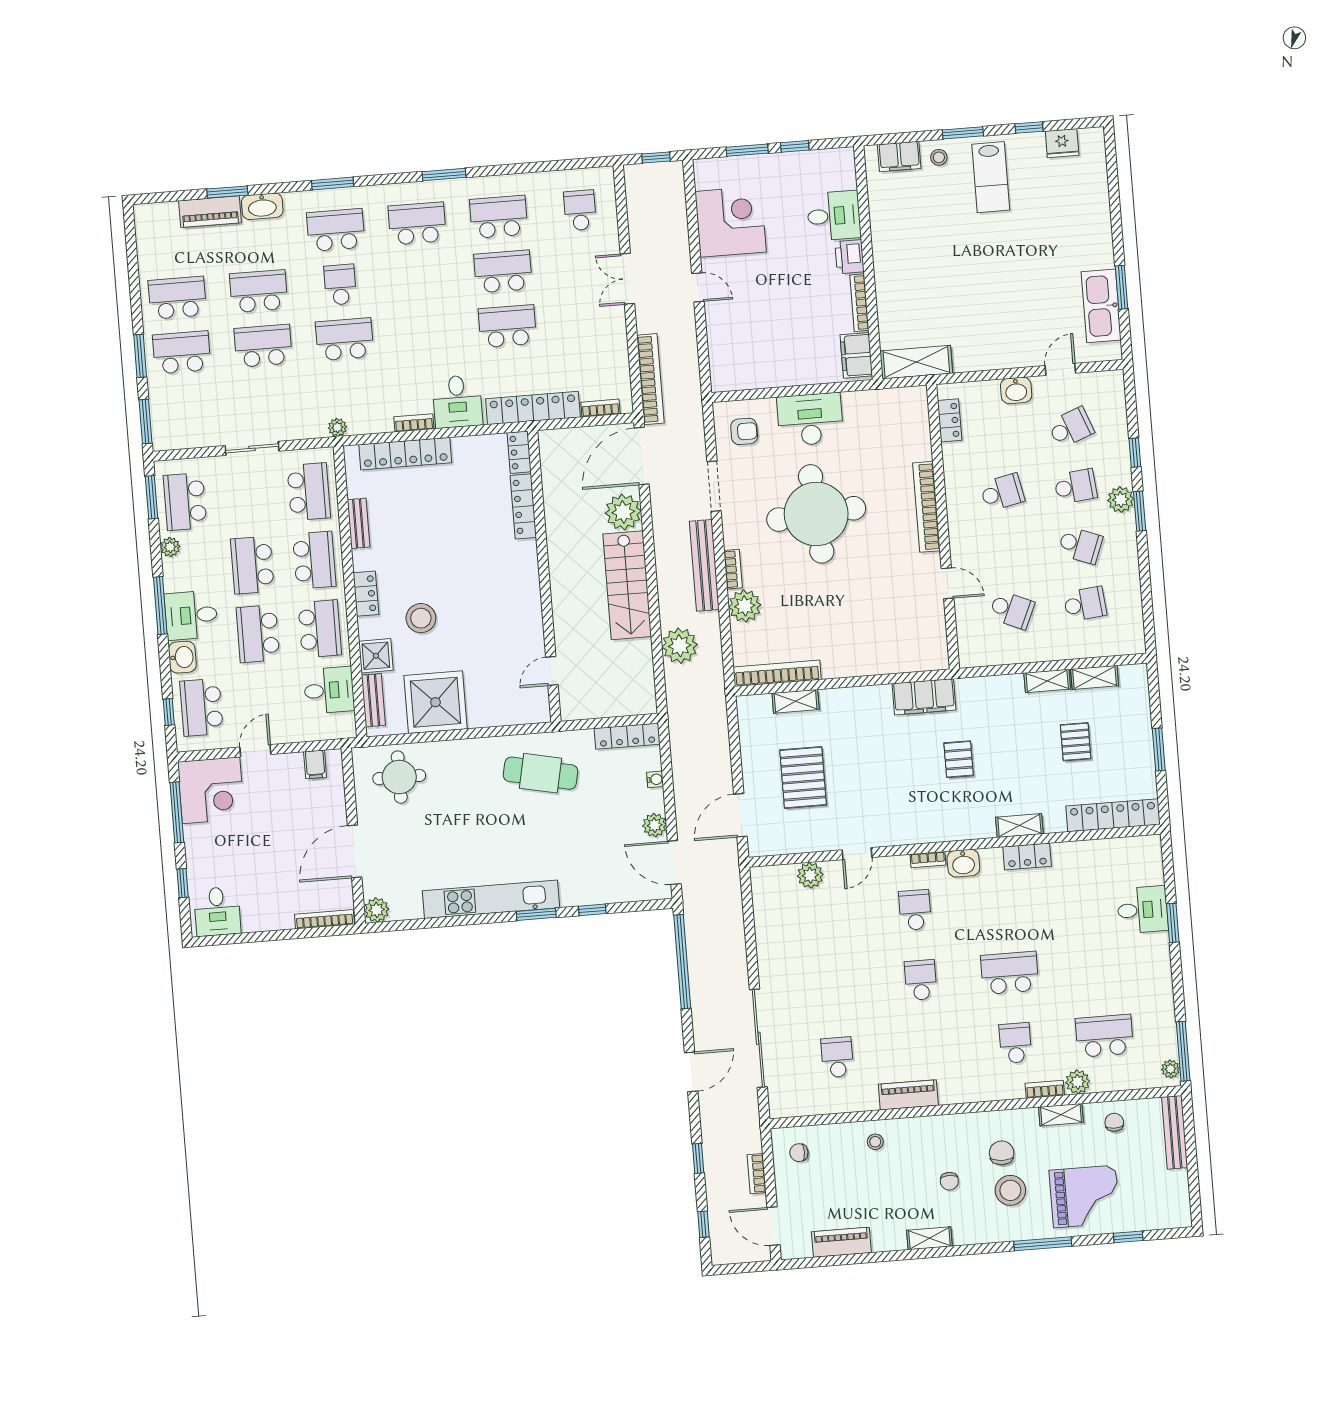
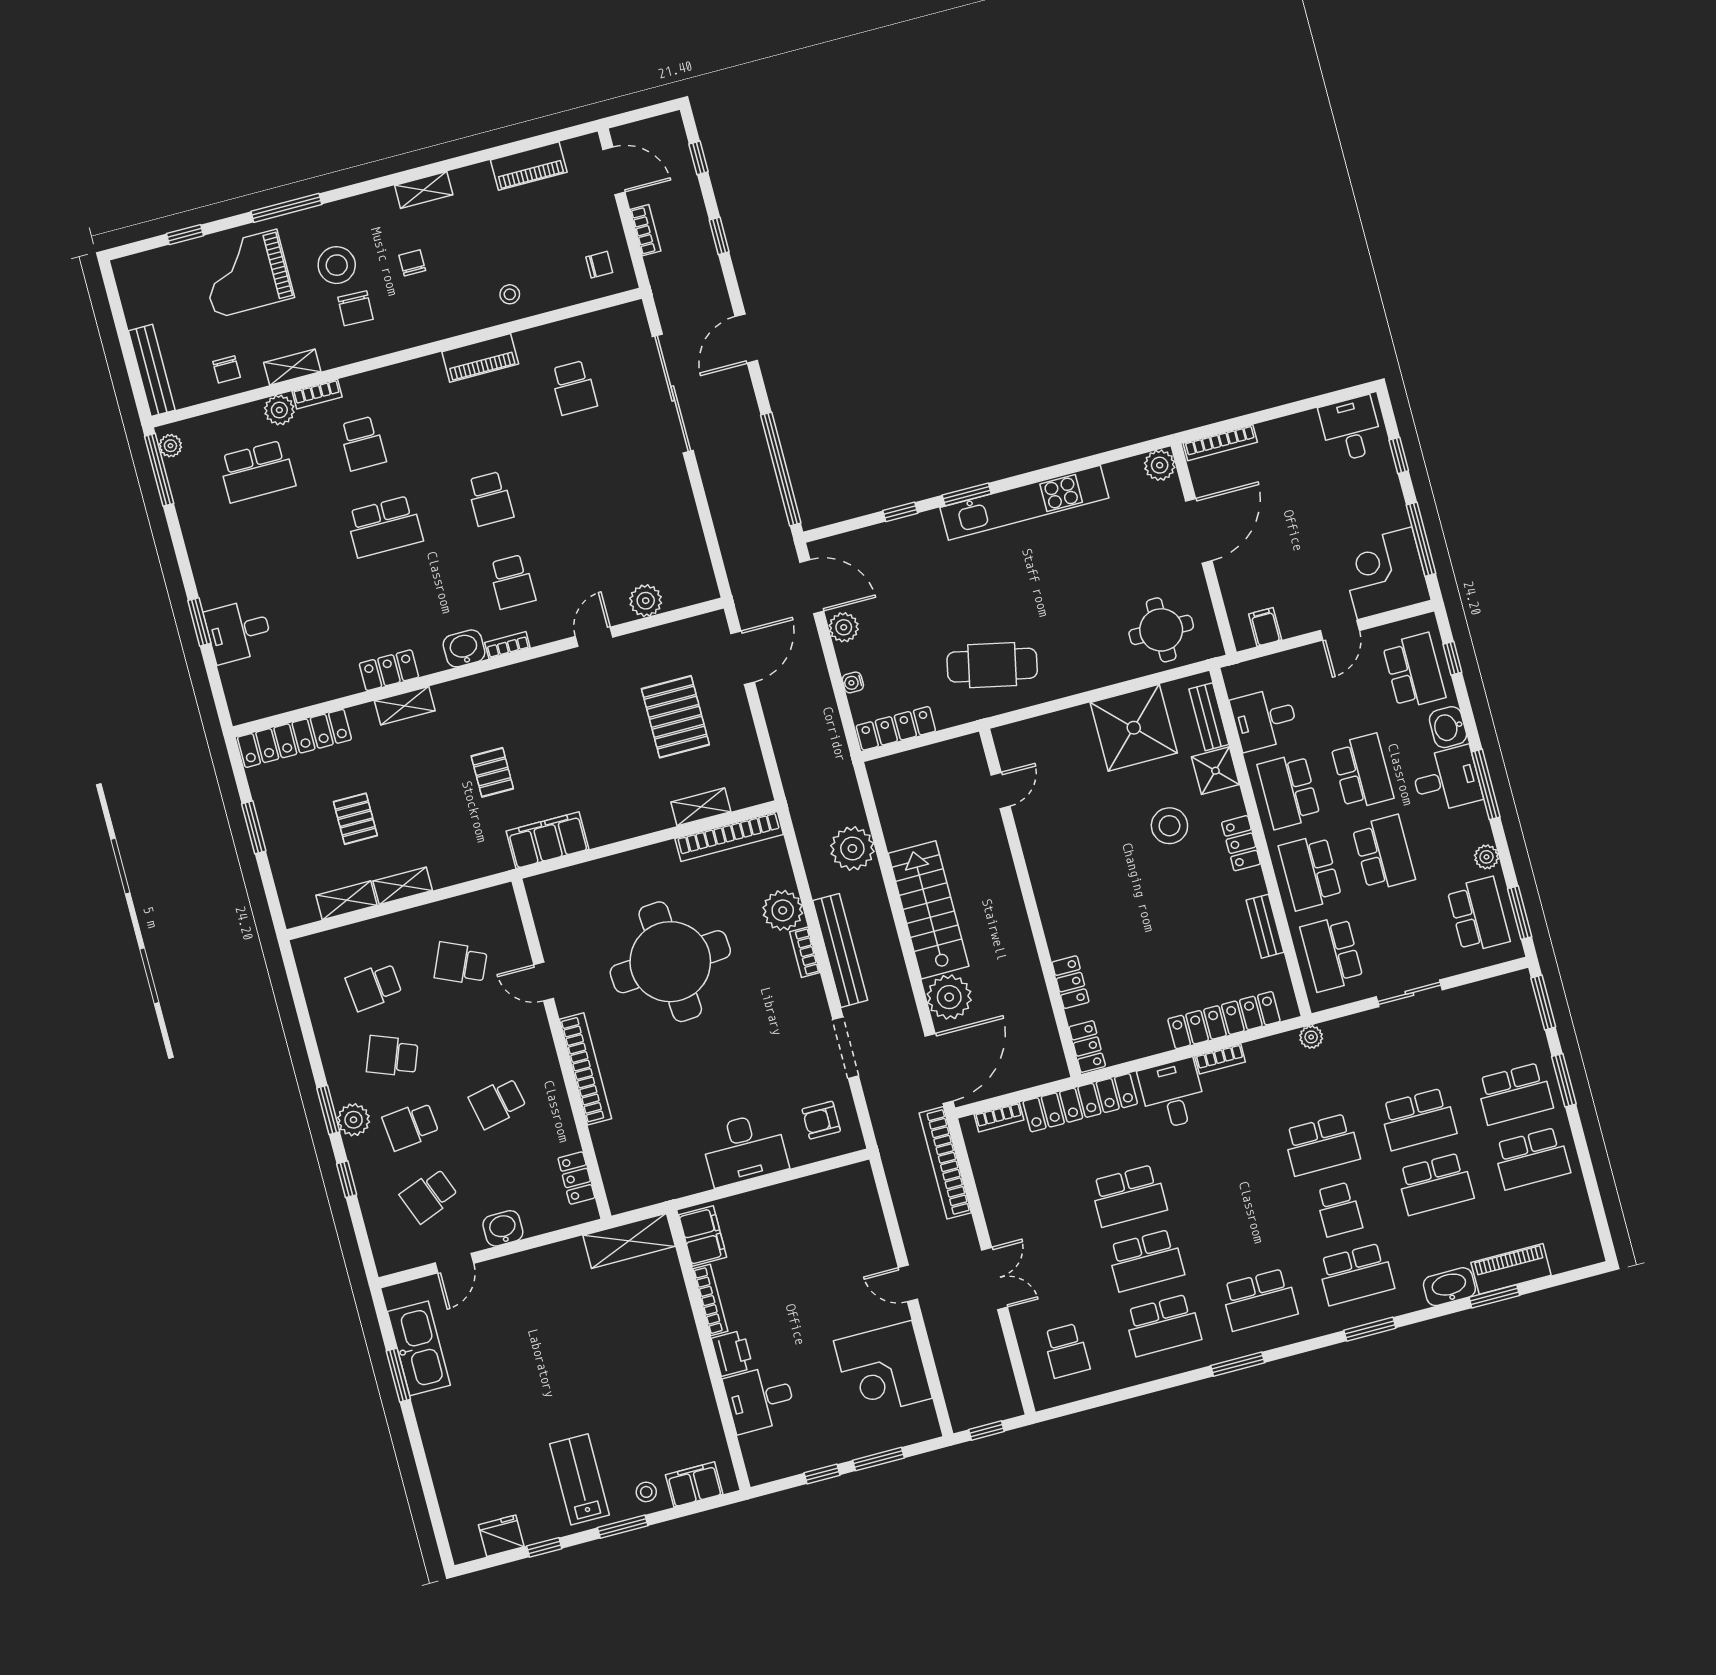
locker: (523, 506) -> (1070, 982), width x0.66
round table: (816, 514) -> (670, 962), moved

